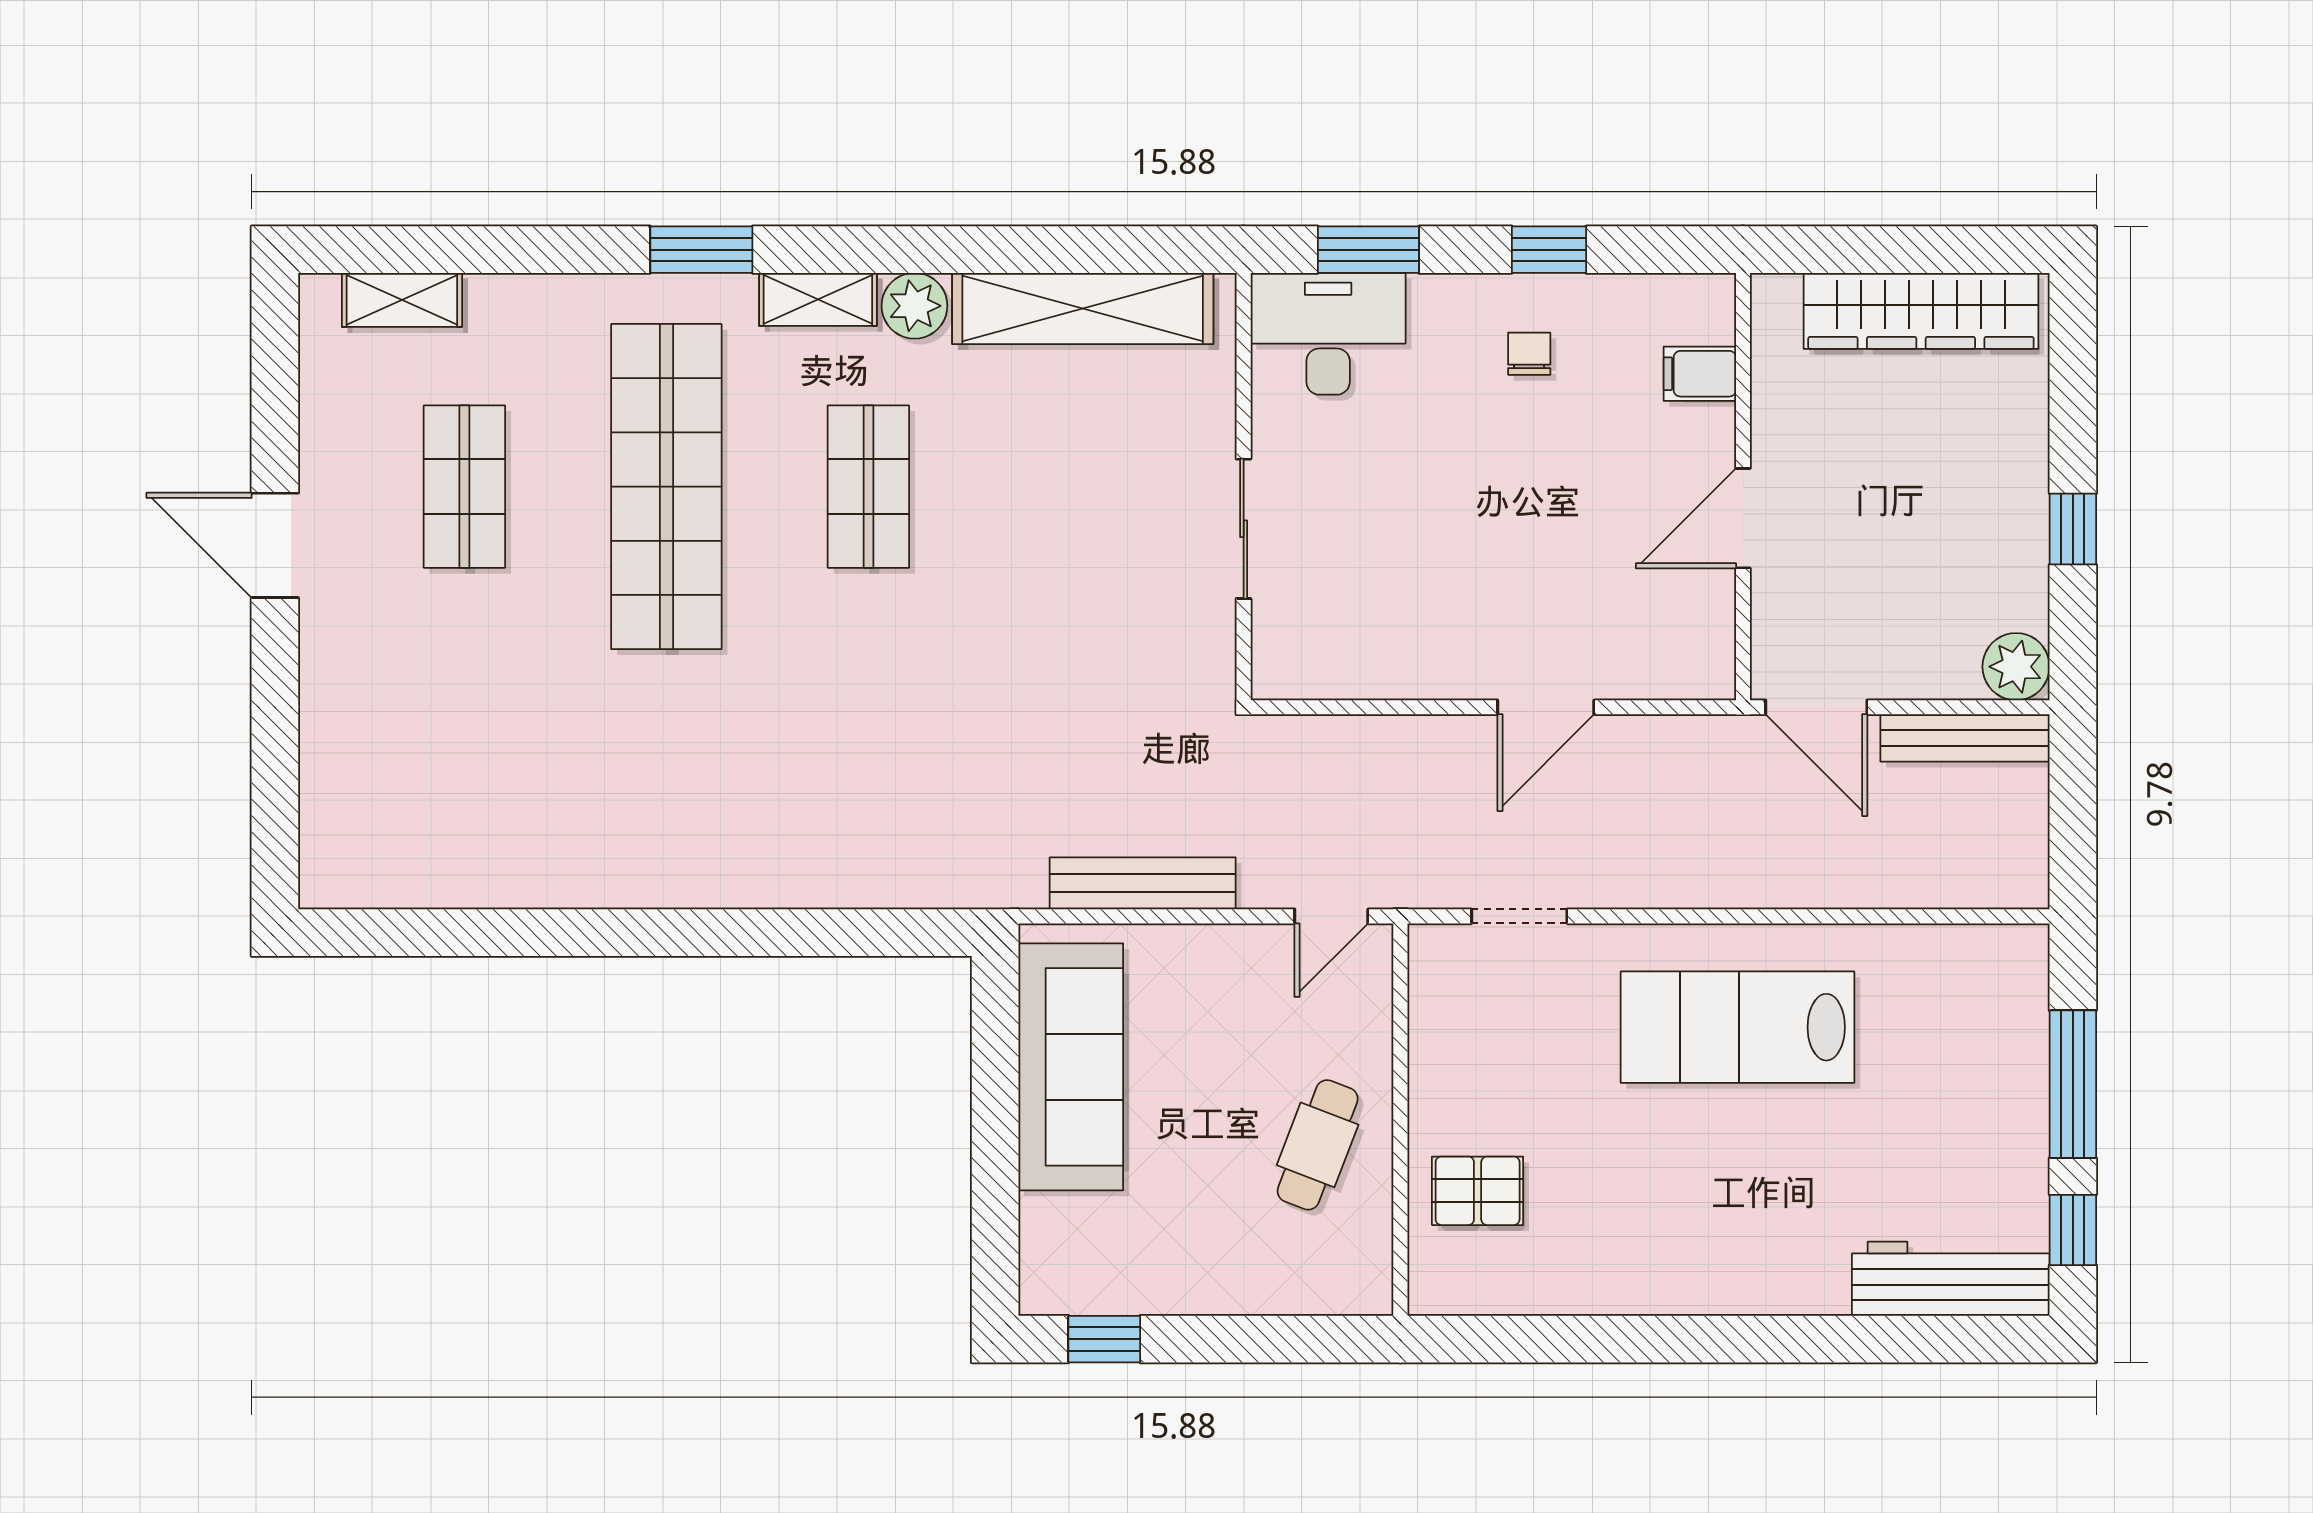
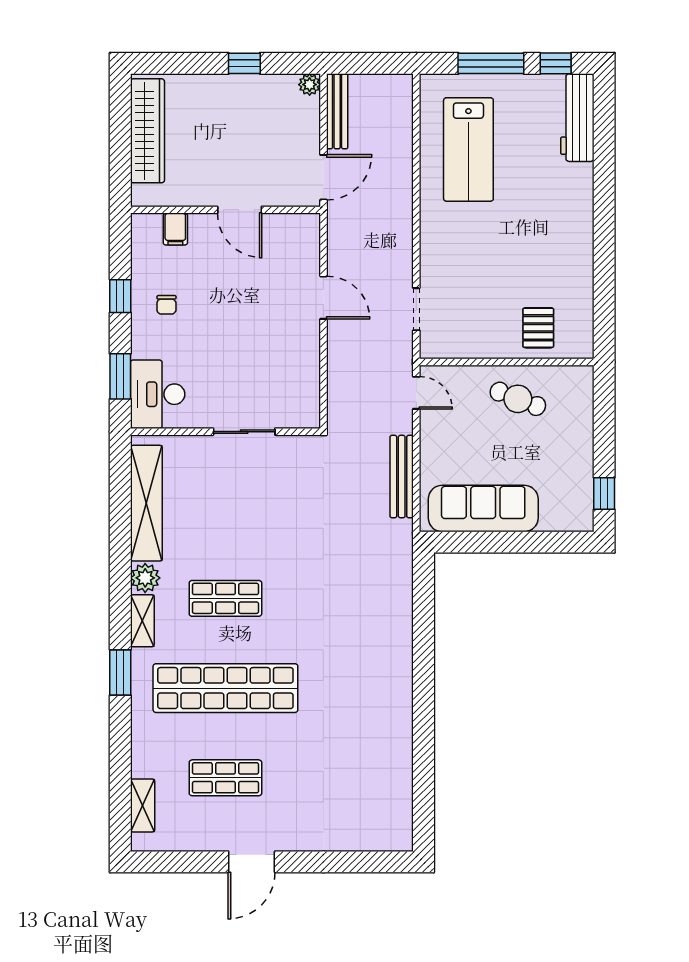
chair: (1529, 354) -> (166, 305), turned -90
plant: (2016, 667) -> (310, 85), width x0.73, depth x0.73
lab bench: (1737, 1027) -> (468, 149), moved

